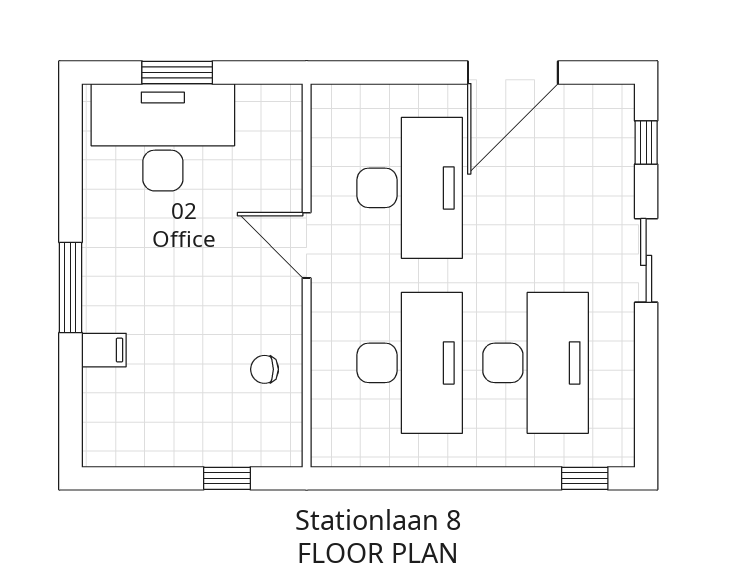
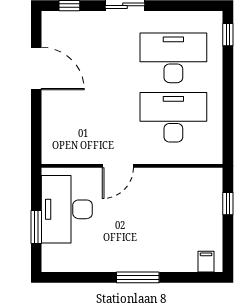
desk: (163, 137) -> (67, 209), moved
desk: (410, 188) -> (91, 117), removed
filing cabinet: (104, 350) -> (206, 262), moved
chair: (265, 369) -> (176, 186), removed

